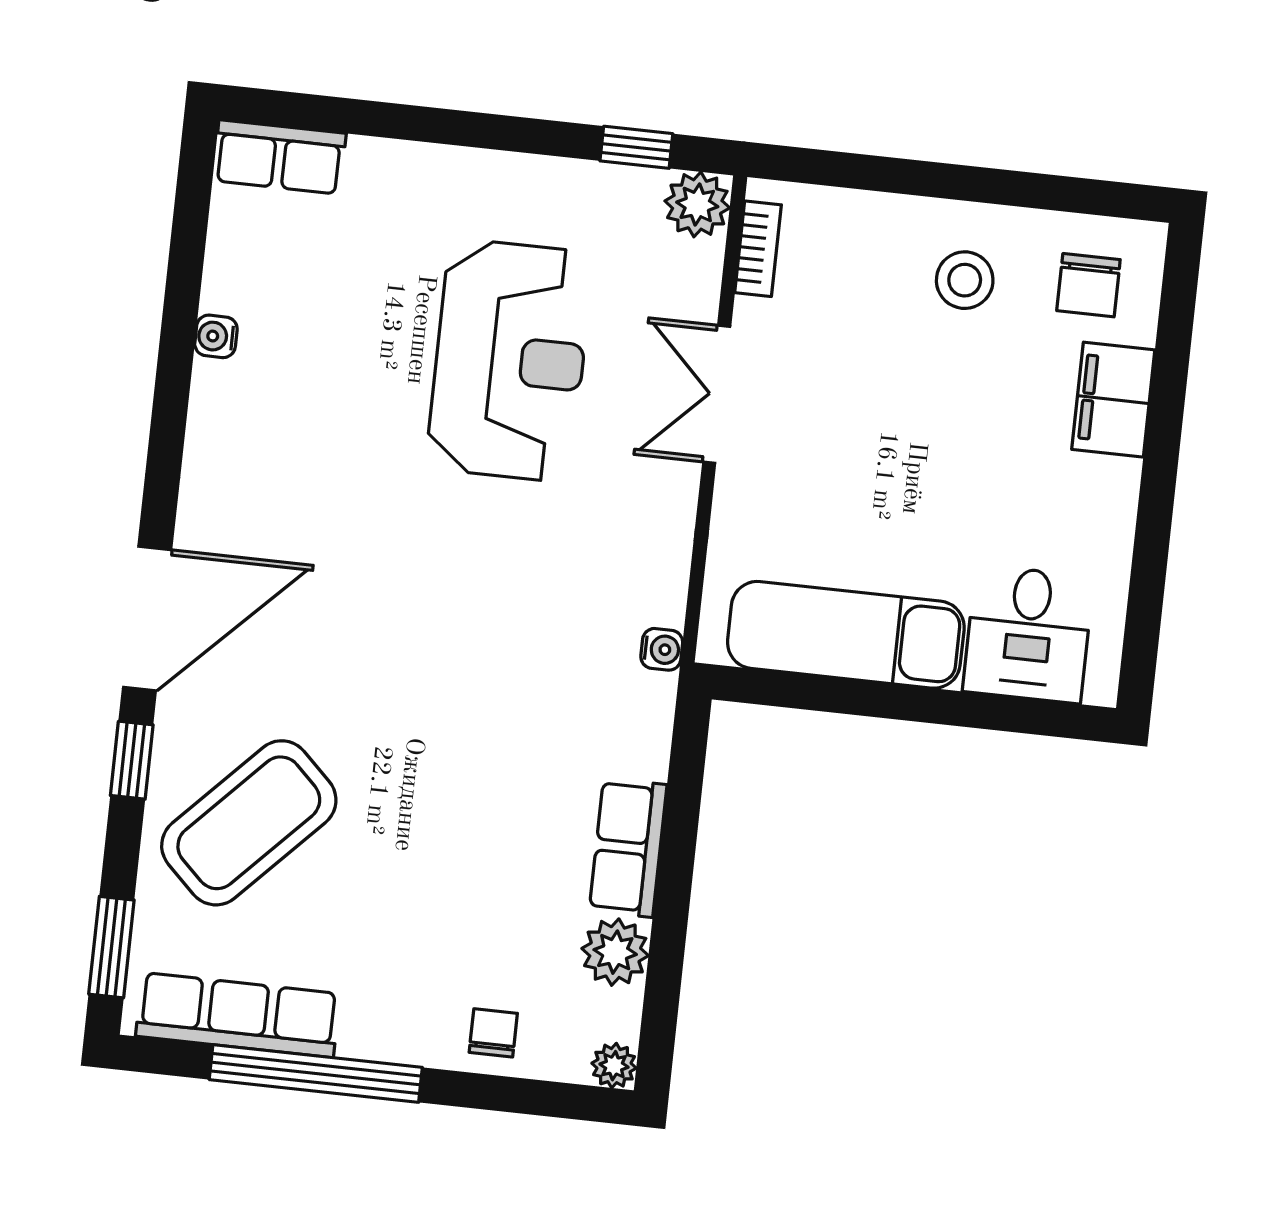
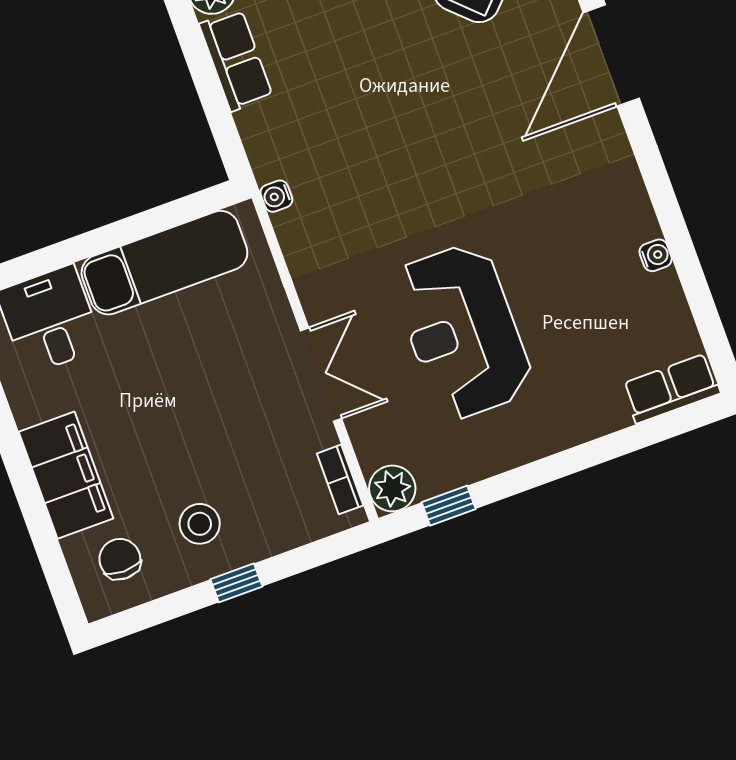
window: (955, 182) -> (236, 583), added
filing cabinet: (1113, 400) -> (66, 475), width x1.50, depth x1.17

